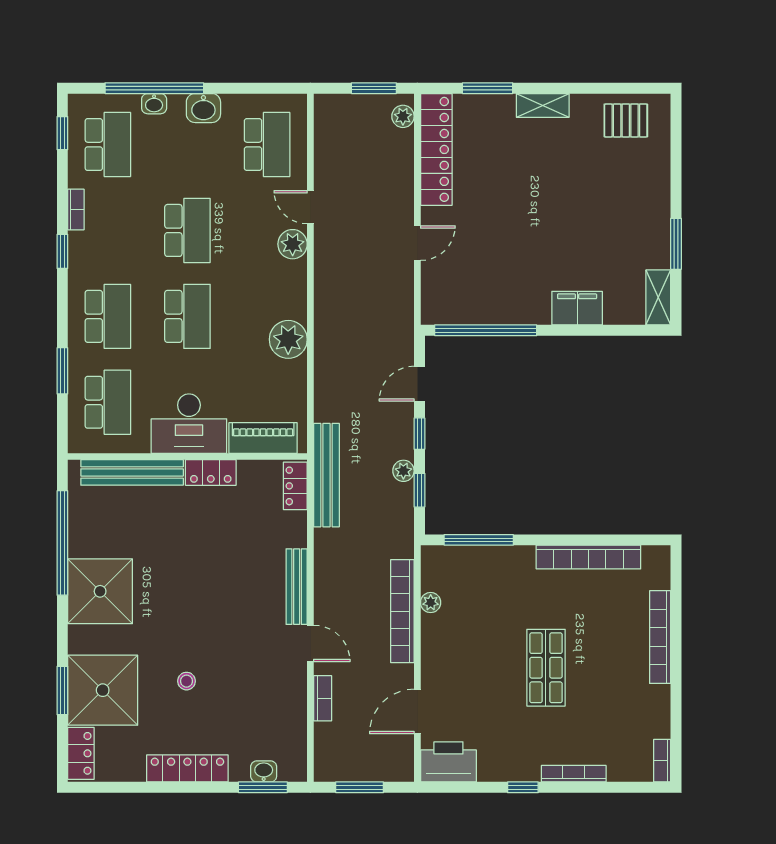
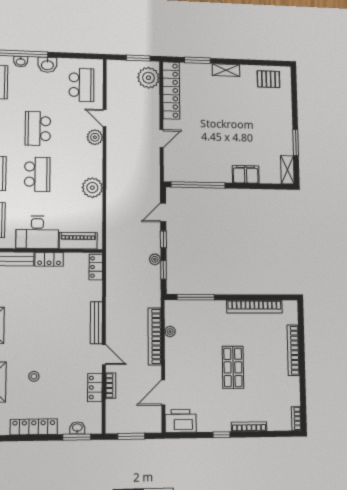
plant: (403, 116) -> (148, 78), width x1.88, depth x1.88
school desk: (187, 230) -> (38, 128), turned 180
bench: (326, 475) -> (113, 261), removed
locker: (295, 701) -> (95, 388), added

